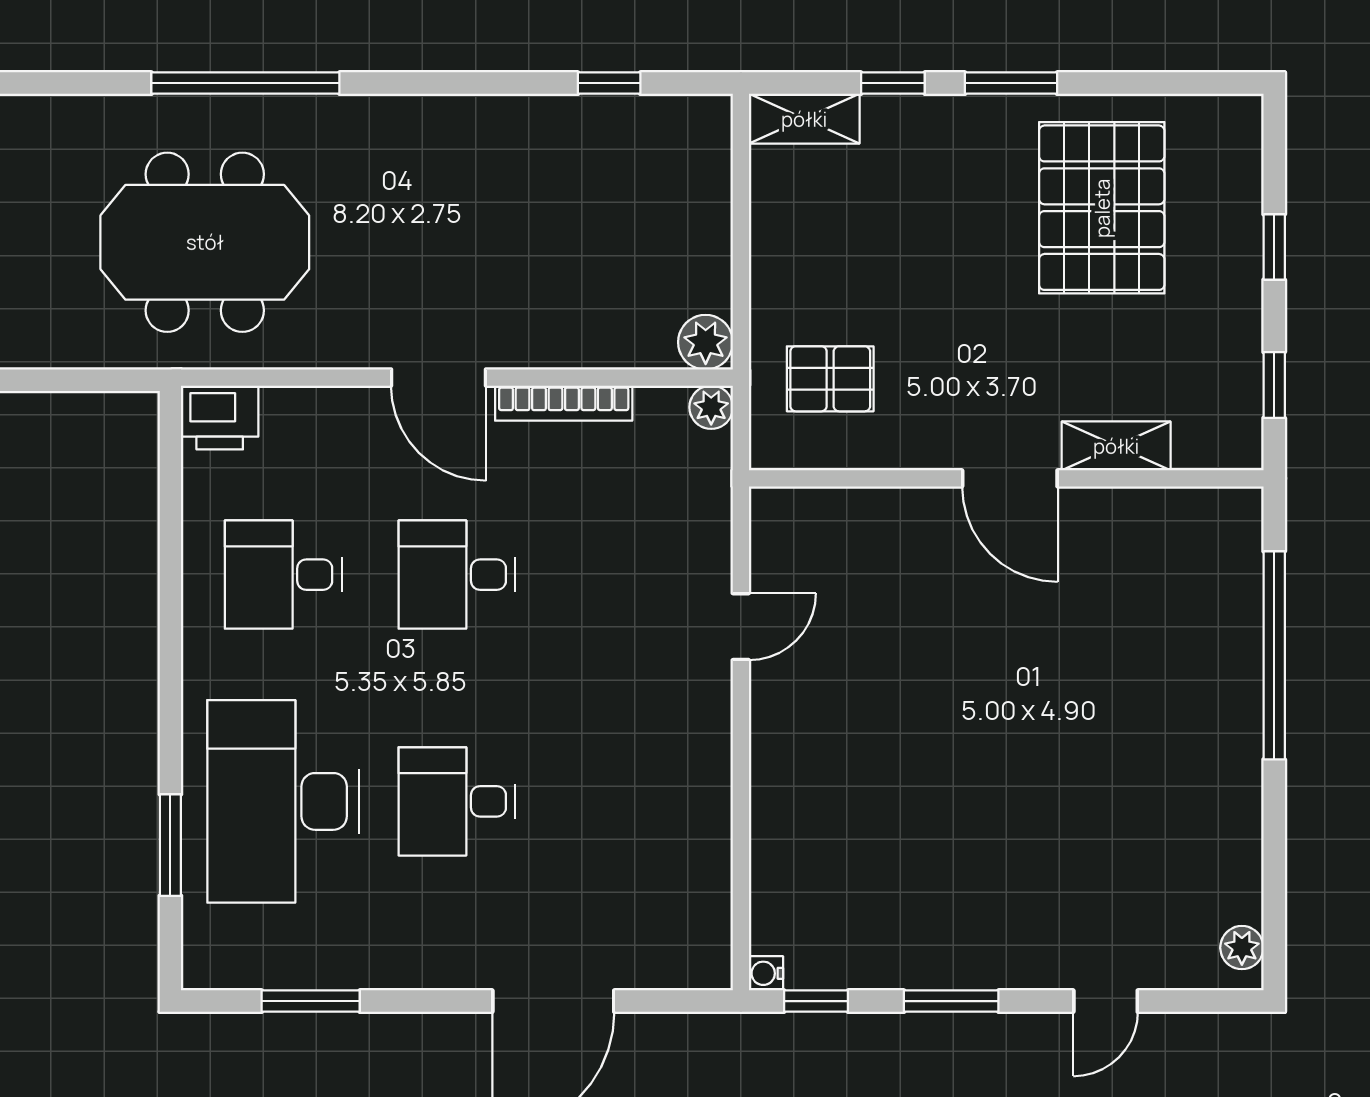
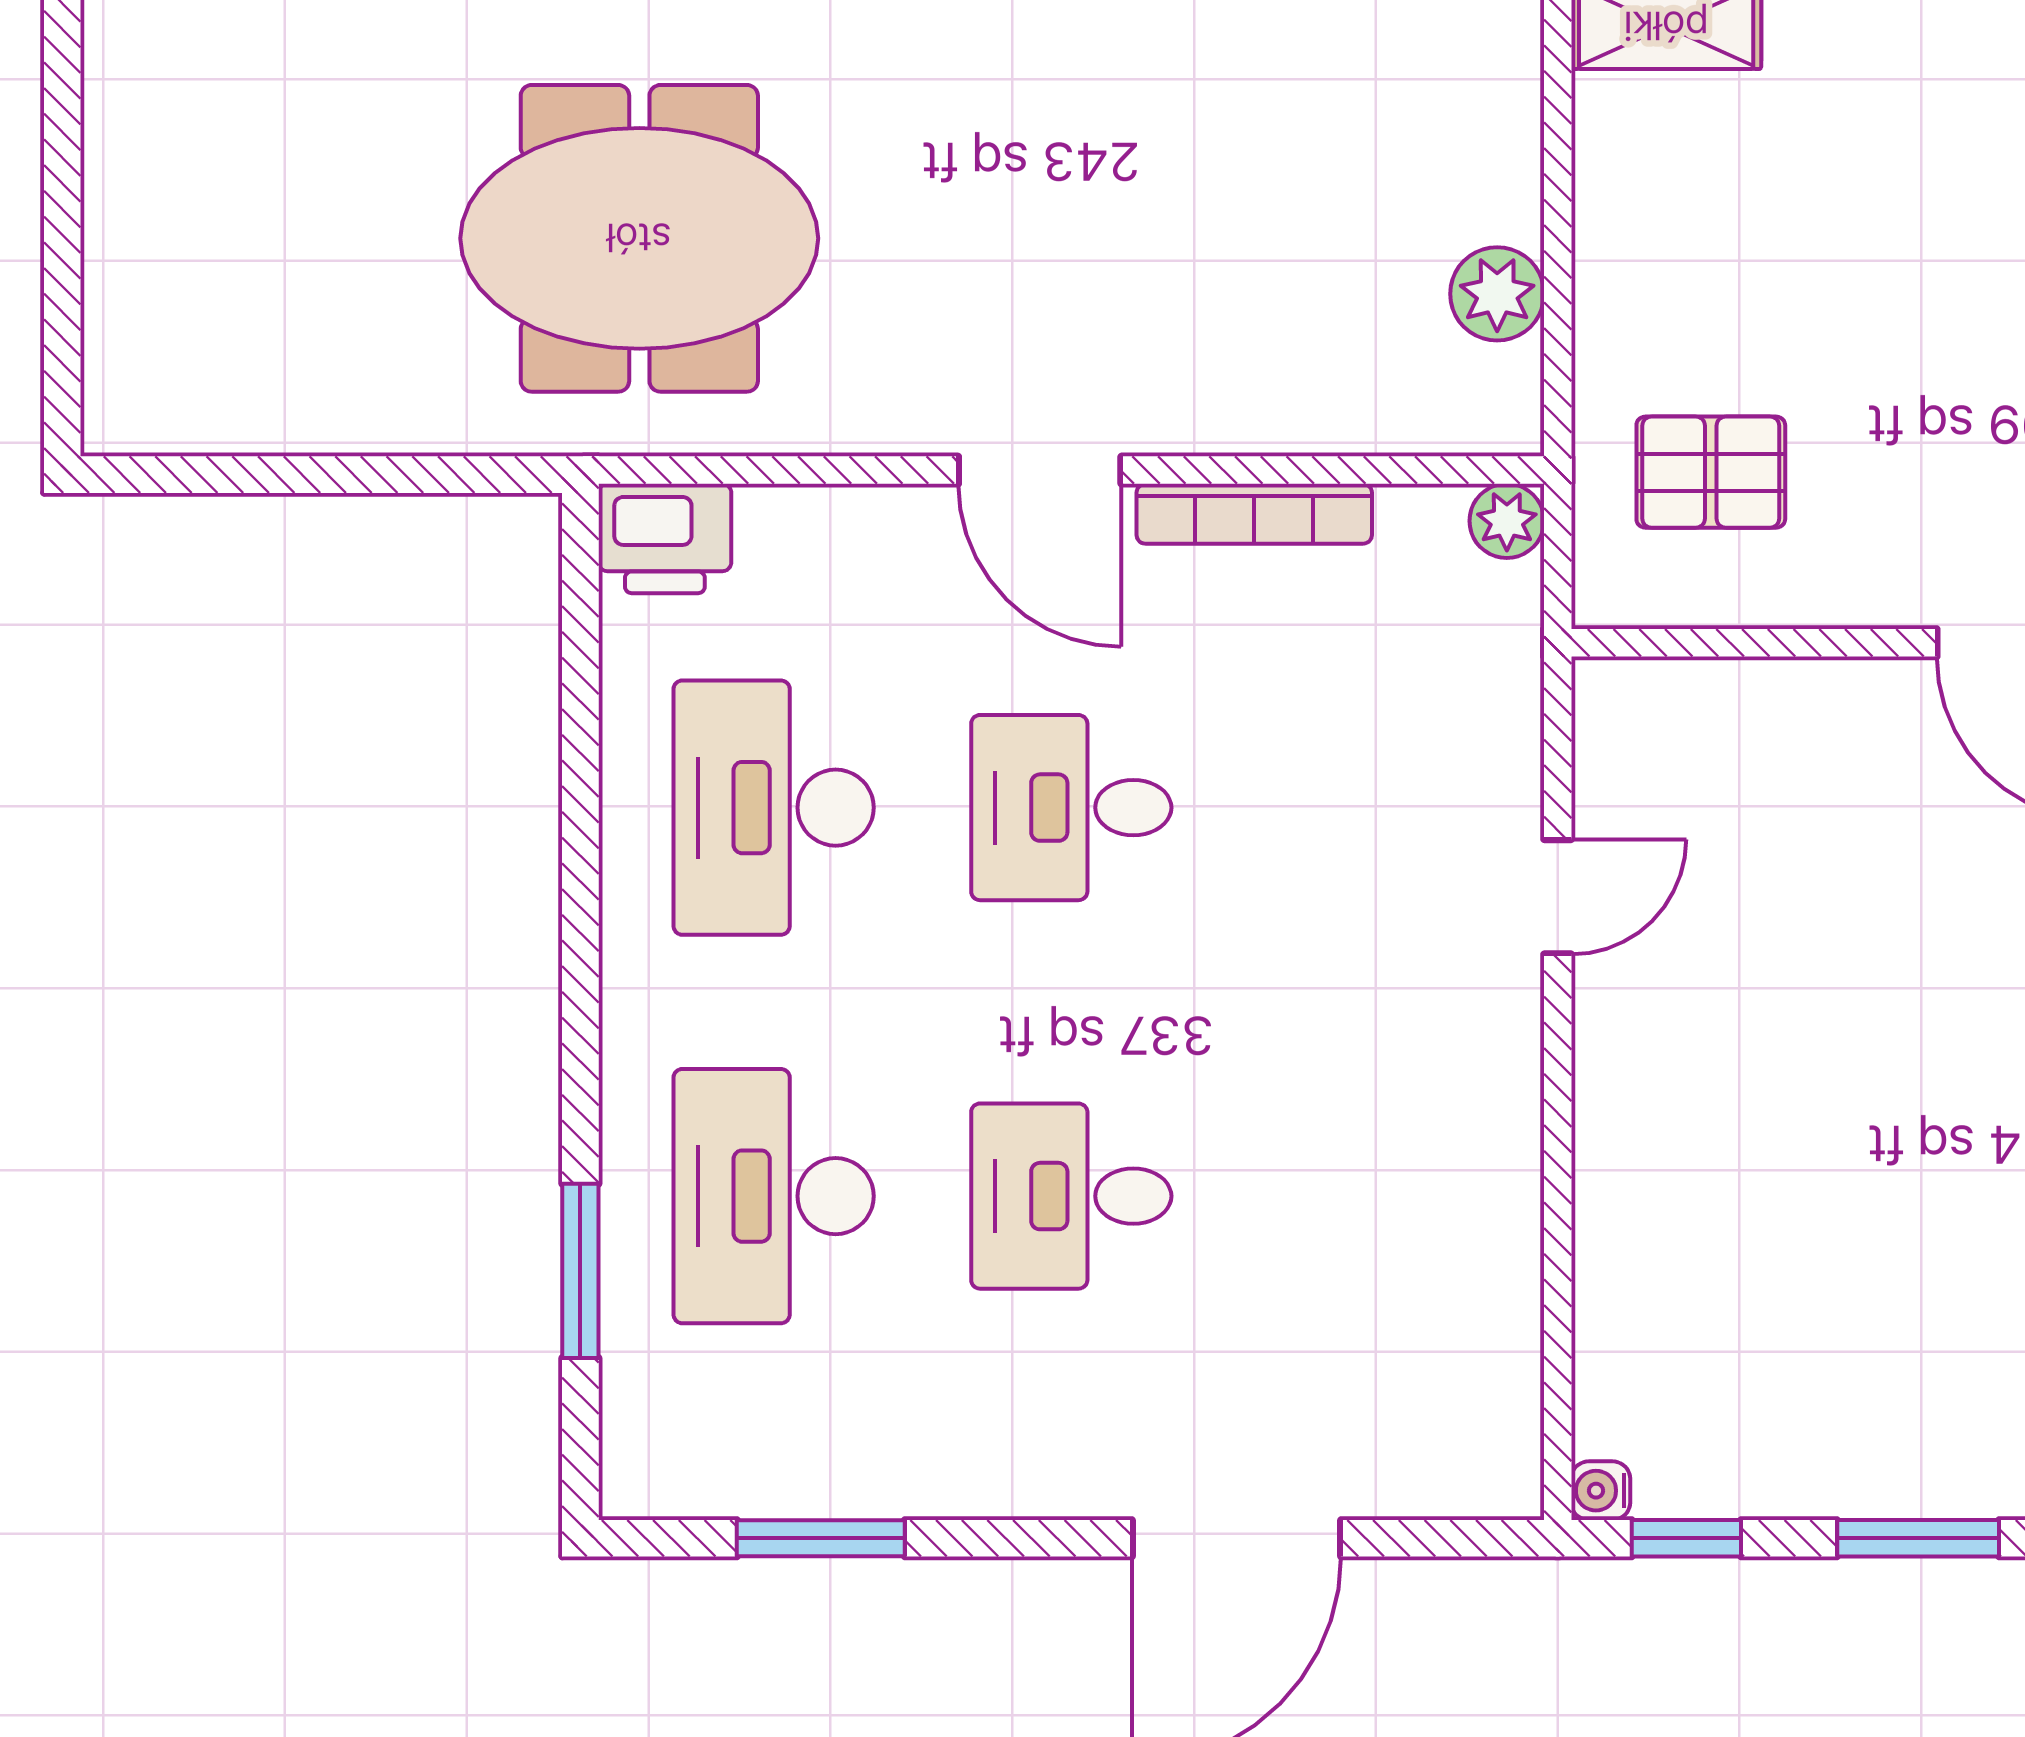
plant: (706, 342) -> (1497, 294), moved
desk: (283, 575) -> (774, 808), width x1.37
desk: (283, 801) -> (774, 1196), width x0.73, depth x0.77

